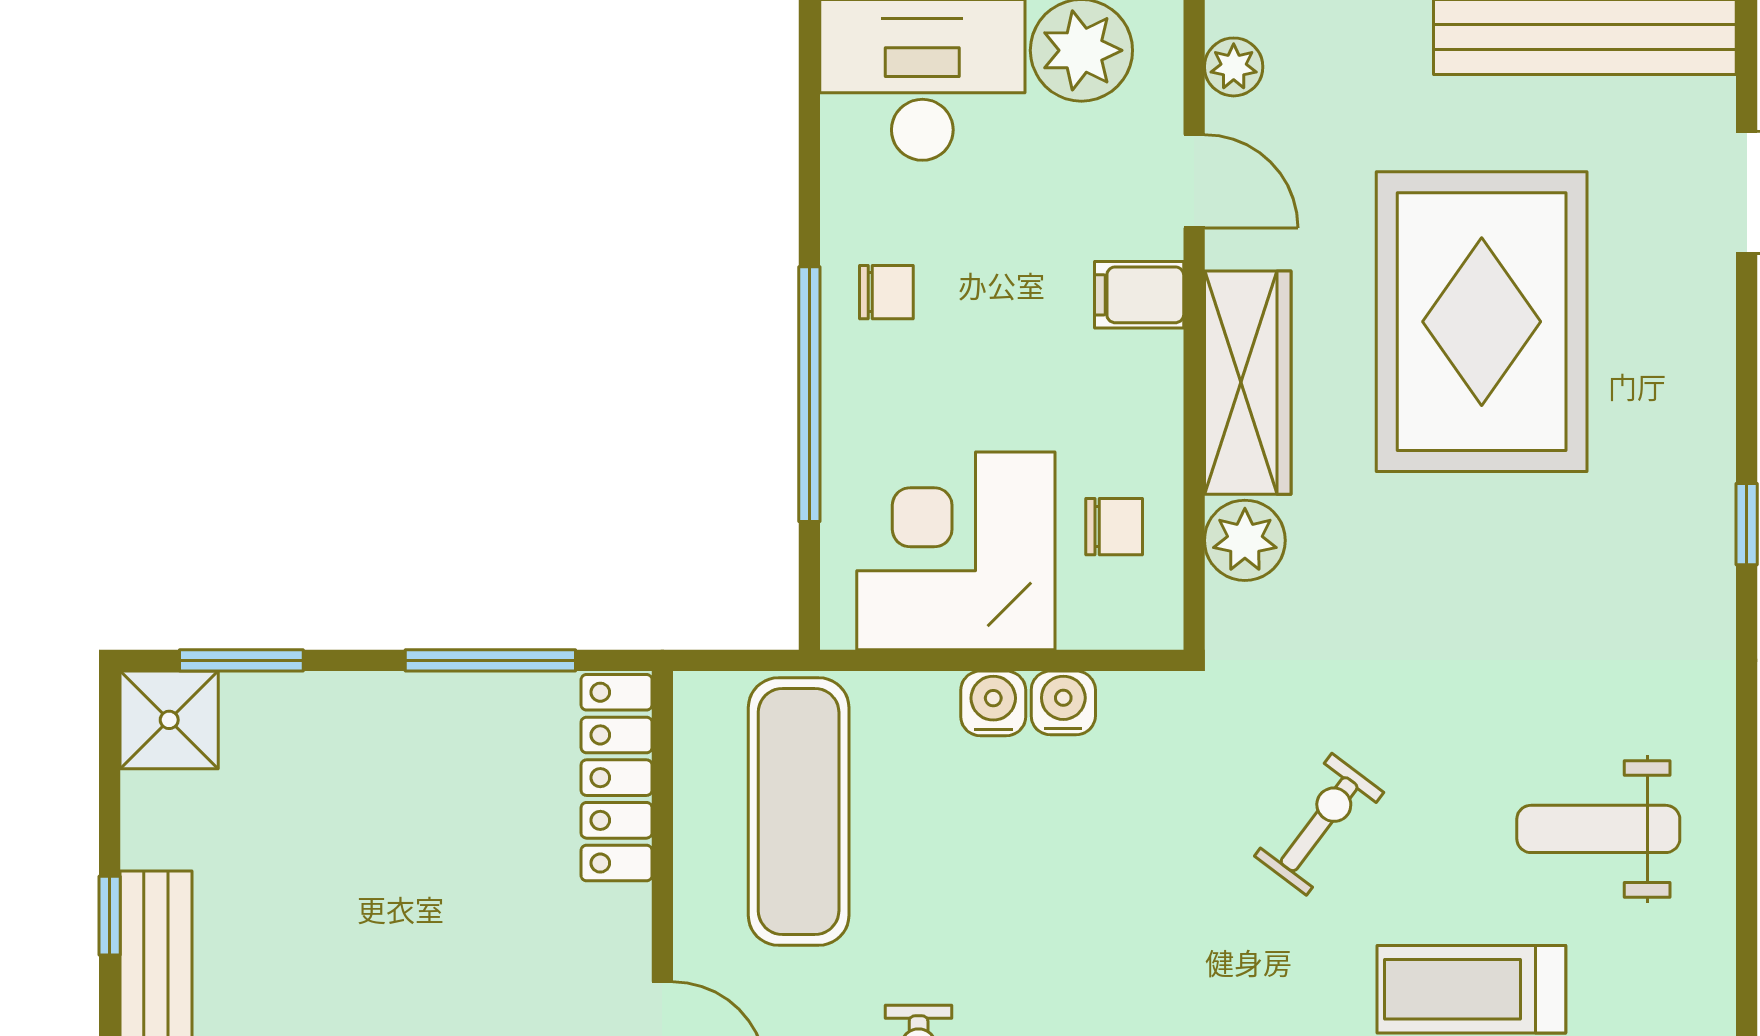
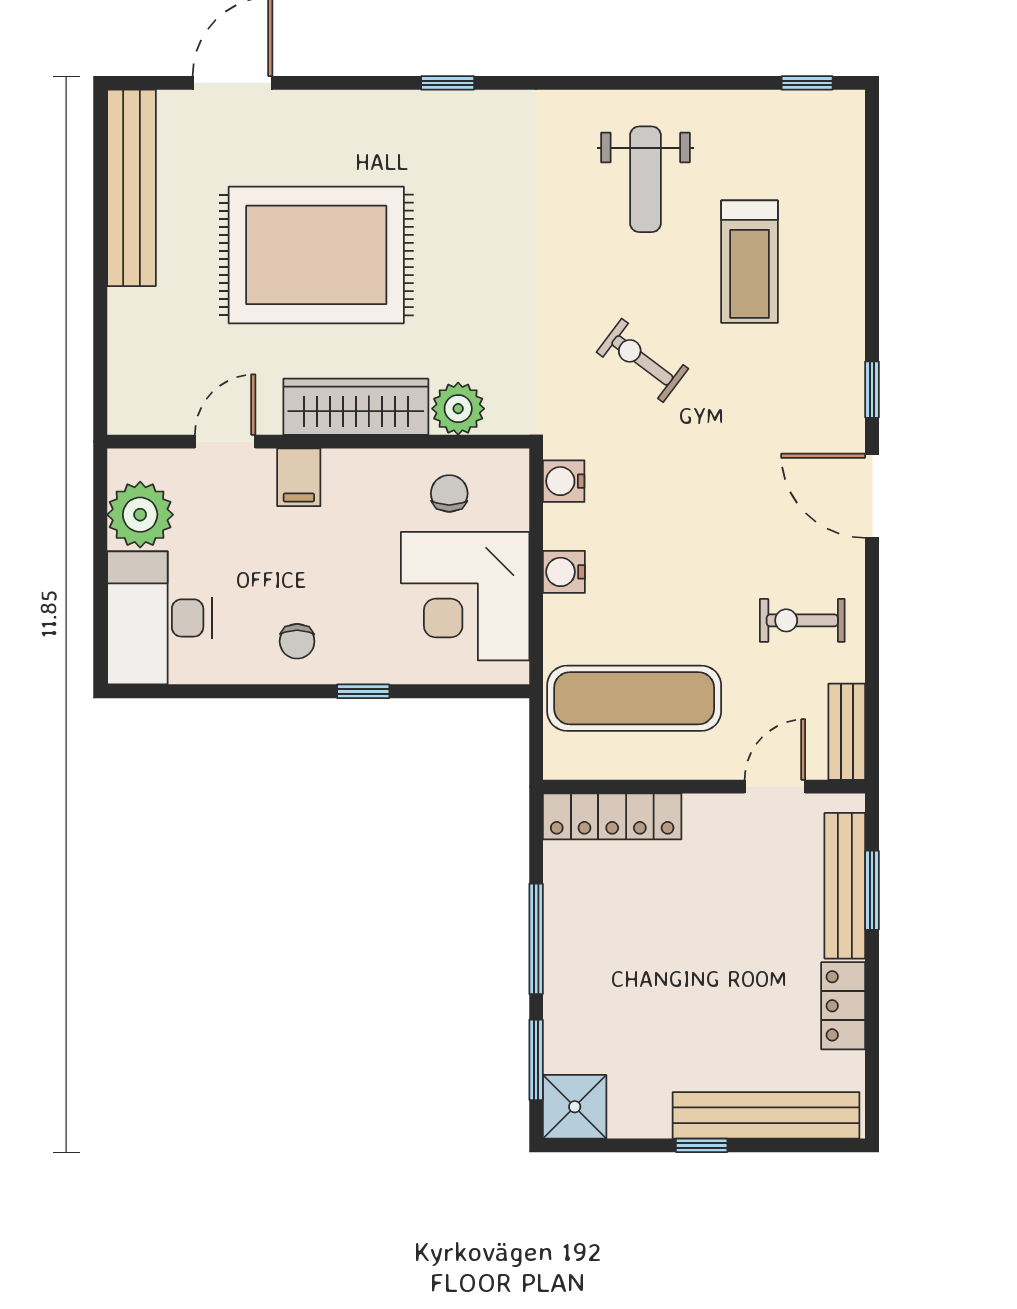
plant: (1234, 67) -> (151, 416), removed
chair: (886, 292) -> (297, 641), turned 180
window: (809, 394) -> (363, 691), width x0.32
window: (490, 660) -> (536, 939), moved
water cooler: (1063, 703) -> (564, 481), moved

